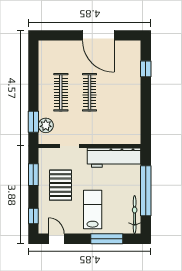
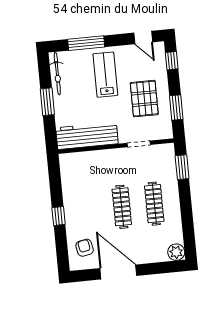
armchair: (126, 60) -> (85, 248), added
window: (146, 69) -> (59, 216), moved
plant: (46, 125) -> (176, 252), moved
window: (146, 191) -> (47, 102), width x0.47
lab bench: (93, 209) -> (105, 75), turned 180

